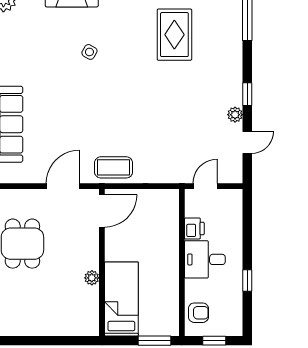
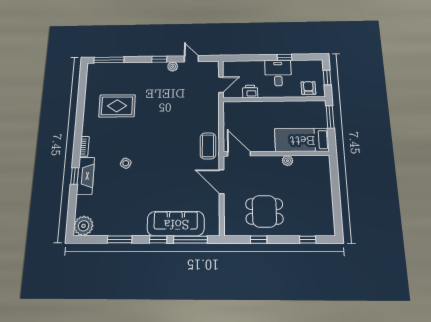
door: (205, 186) -> (221, 85), swing flipped
desk: (205, 259) -> (278, 73), moved, turned 180

